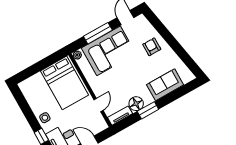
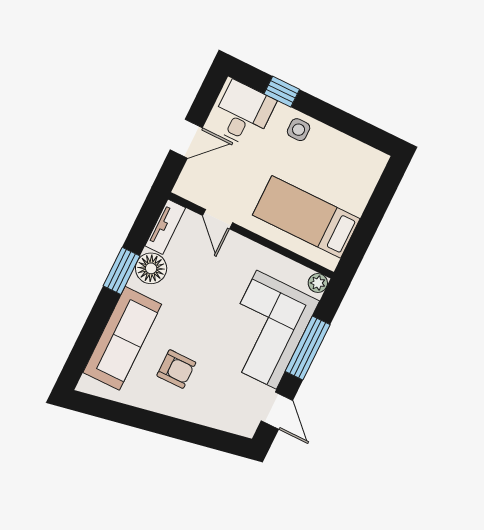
armchair: (152, 47) -> (176, 369), moved
bed: (65, 83) -> (306, 217), width x0.67
sofa: (165, 85) -> (122, 338), width x1.36

